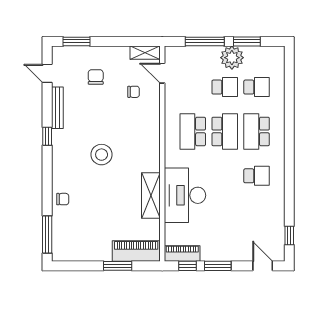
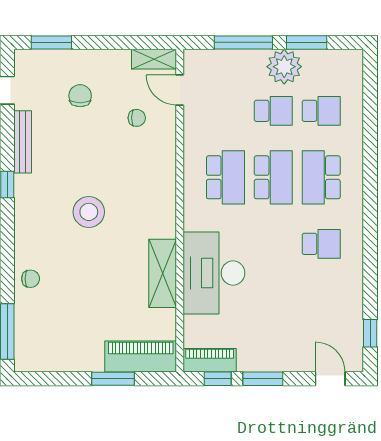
school desk: (193, 131) -> (225, 177), turned 180

